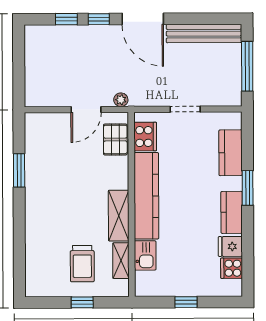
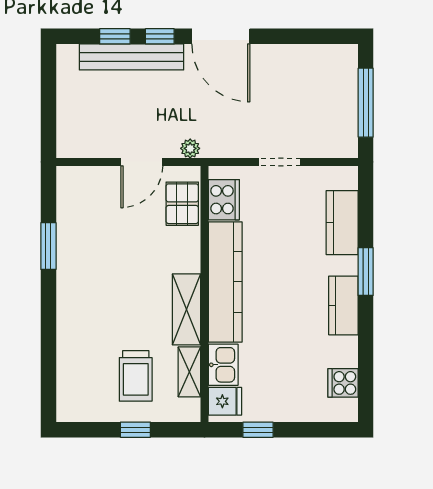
bench: (204, 34) -> (132, 57), moved
fridge: (230, 246) -> (225, 401), moved, turned 180
window: (186, 302) -> (258, 430), moved

